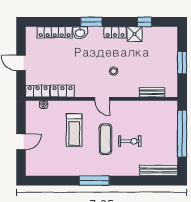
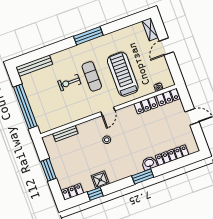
locker: (115, 32) -> (72, 192), moved
door: (102, 99) -> (108, 111), swing flipped
treadmill: (74, 130) -> (123, 74), width x1.37, depth x1.38
shelving: (31, 165) -> (150, 29), added

